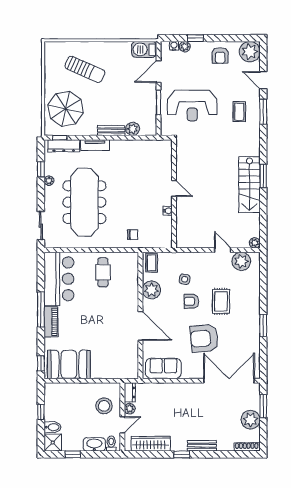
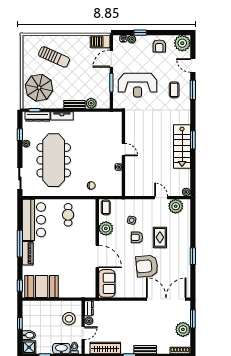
sofa: (163, 368) -> (107, 283), moved, turned 90

